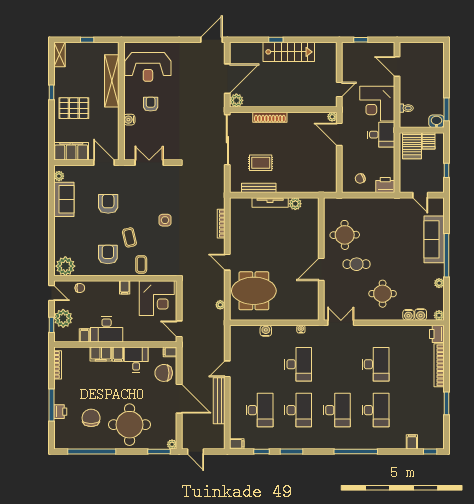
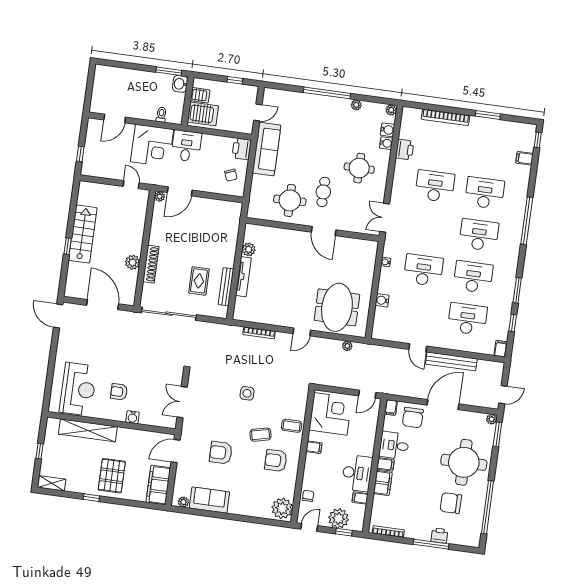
plant: (236, 100) -> (133, 262), moved
sofa: (434, 239) -> (267, 149), moved, turned -90
printer: (437, 334) -> (405, 150), moved, turned -90

